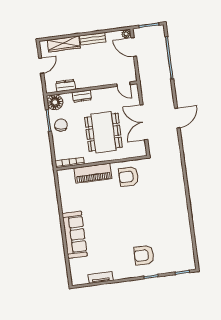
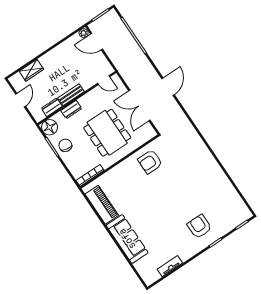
bench: (93, 39) -> (71, 95), moved
wardrobe: (64, 44) -> (31, 70), width x0.67
piano: (93, 173) -> (102, 205), moved, turned -90
armchair: (144, 255) -> (199, 226), turned 90

